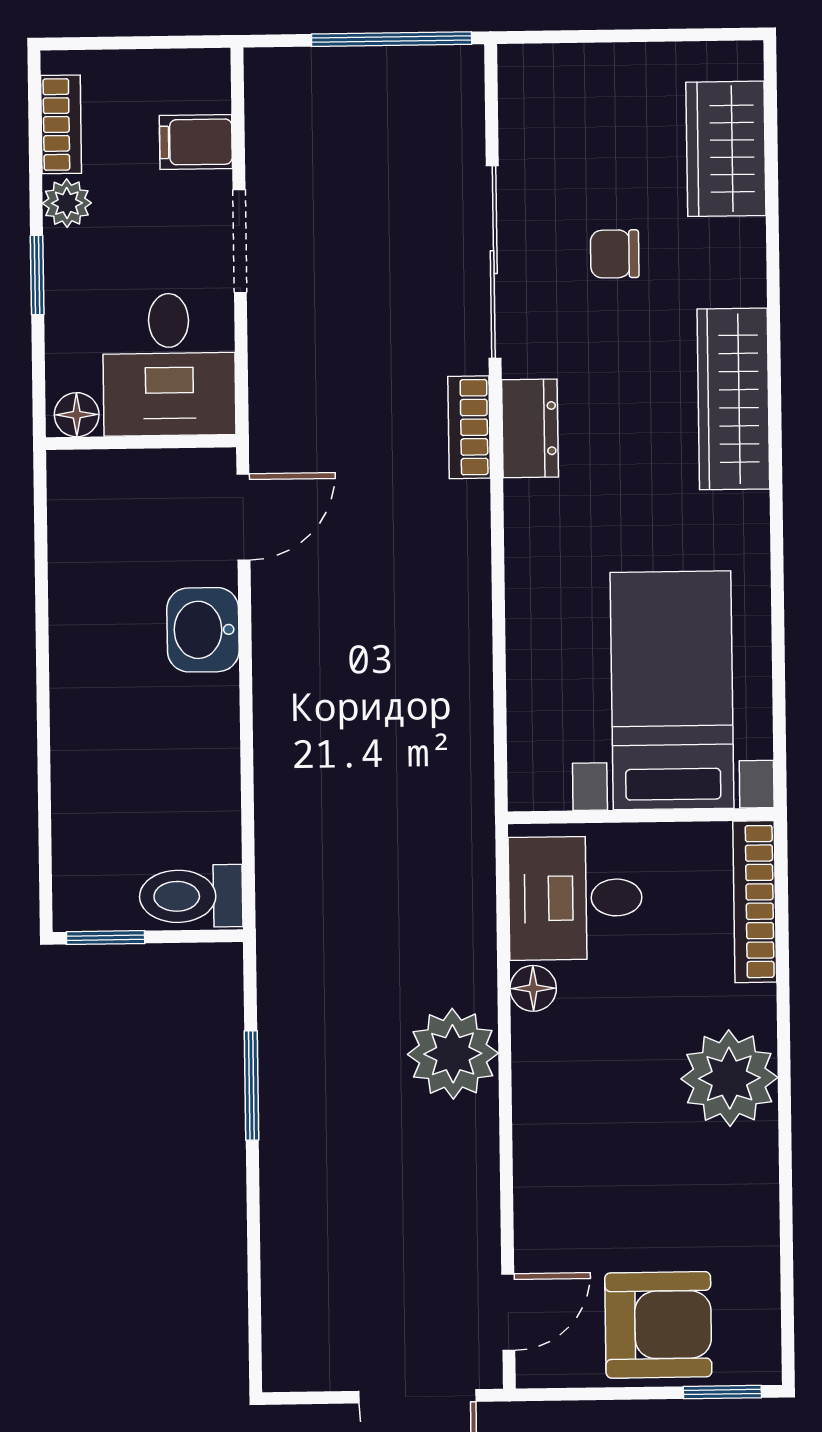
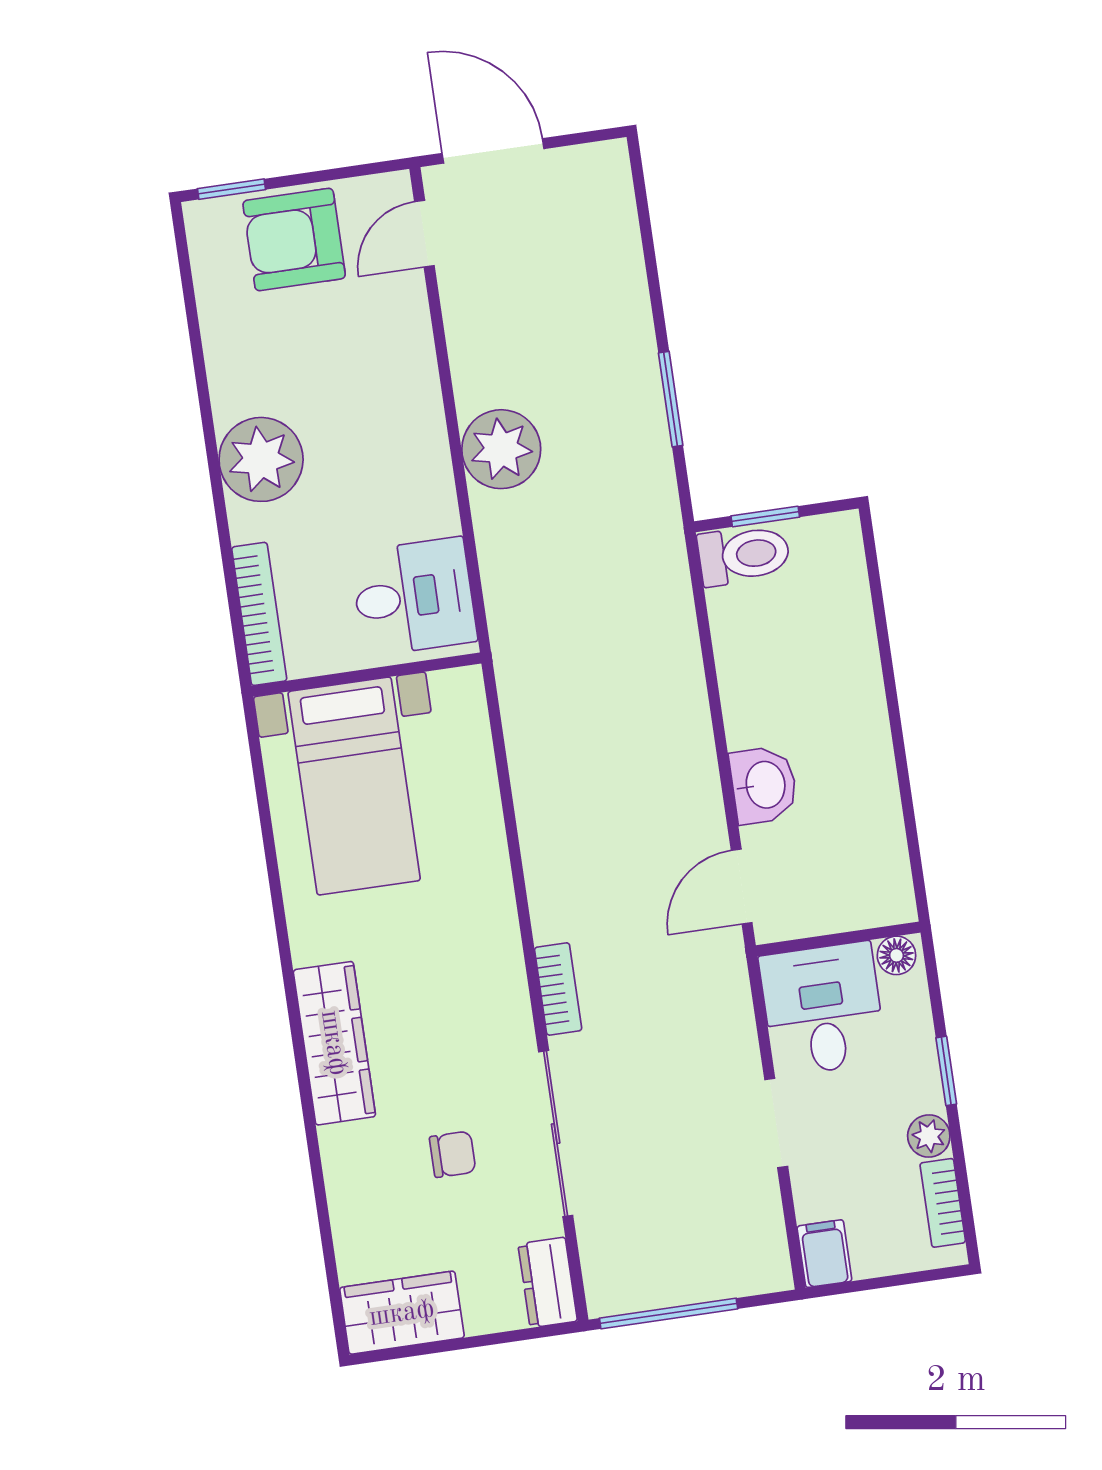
filing cabinet: (196, 142) -> (824, 1254), moved, turned -90
wardrobe: (726, 149) -> (402, 1313), moved, turned -90
dresser: (530, 428) -> (548, 1283), moved
window: (106, 938) -> (765, 517), moved
floor lamp: (533, 988) -> (440, 514), removed

